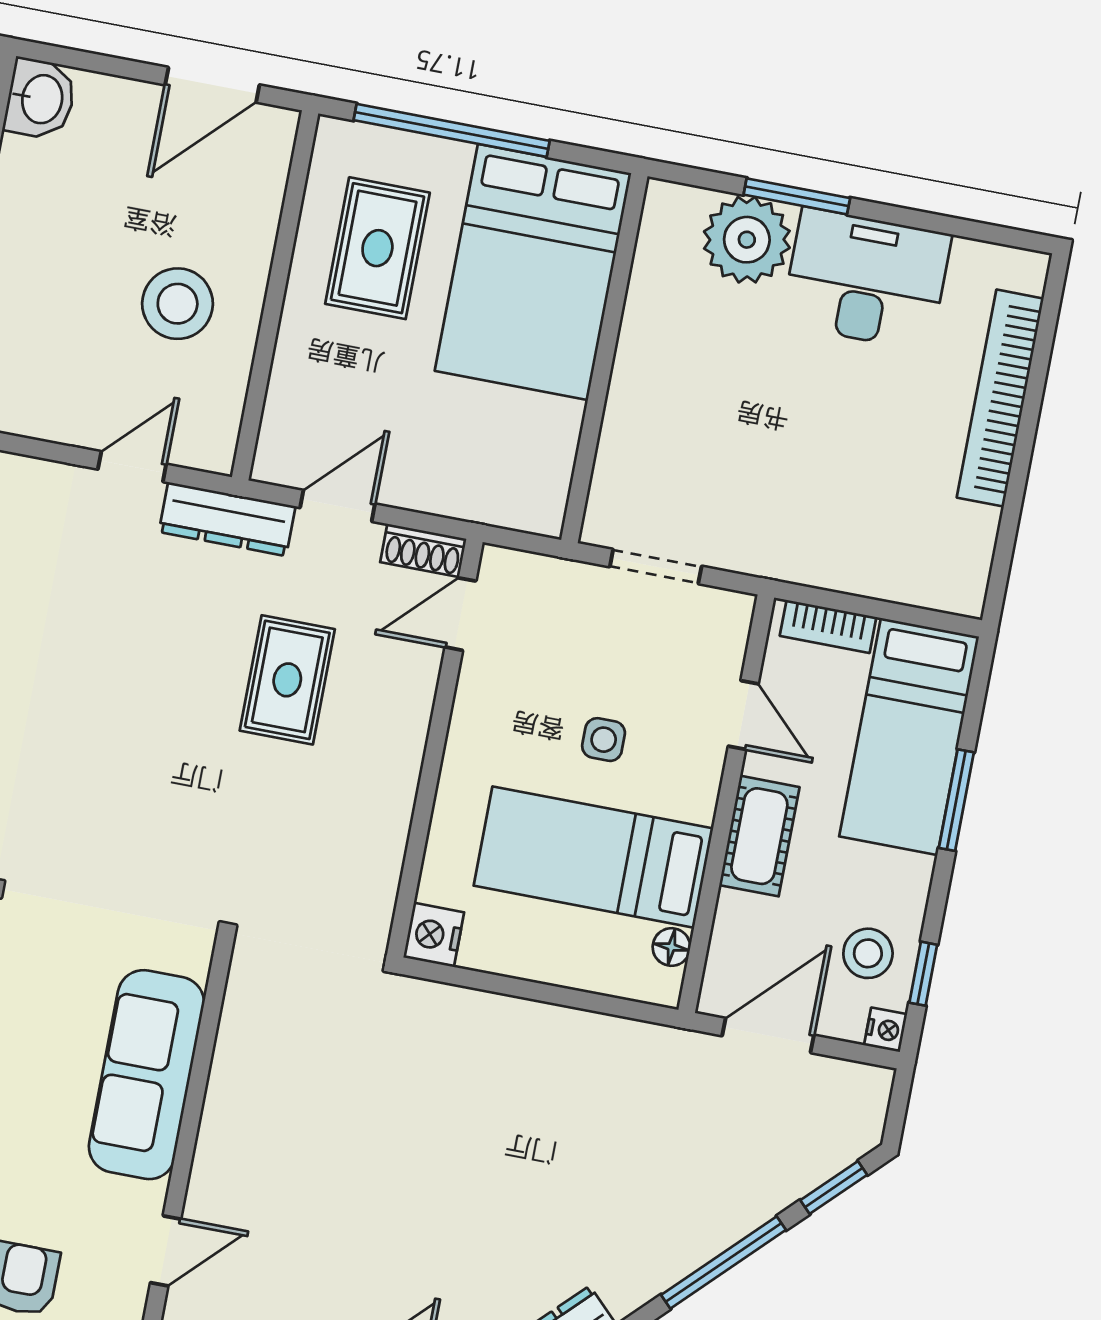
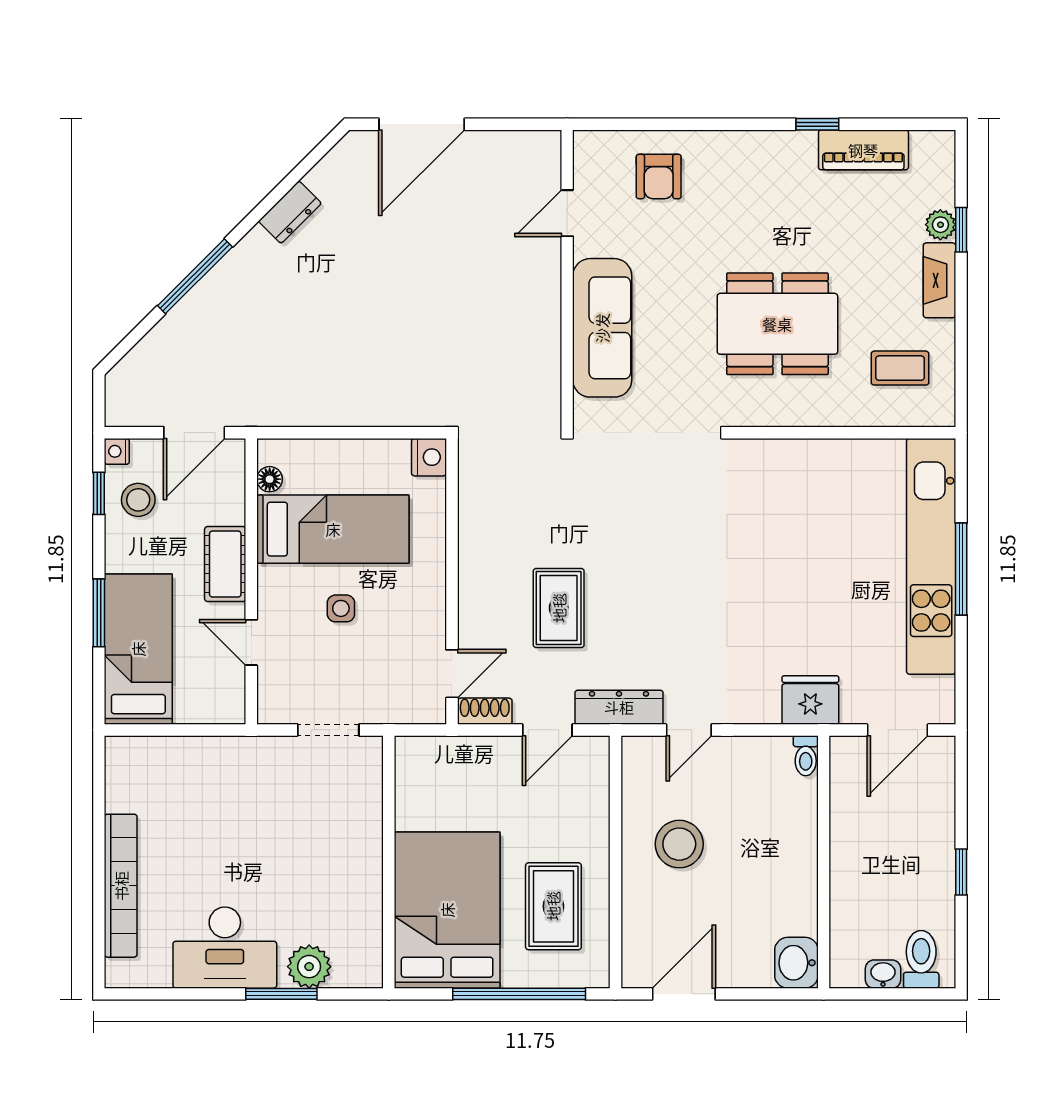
plant: (747, 240) -> (309, 967), width x0.73, depth x0.73
bookcase: (828, 626) -> (206, 712), removed
window: (834, 1187) -> (131, 340), removed

